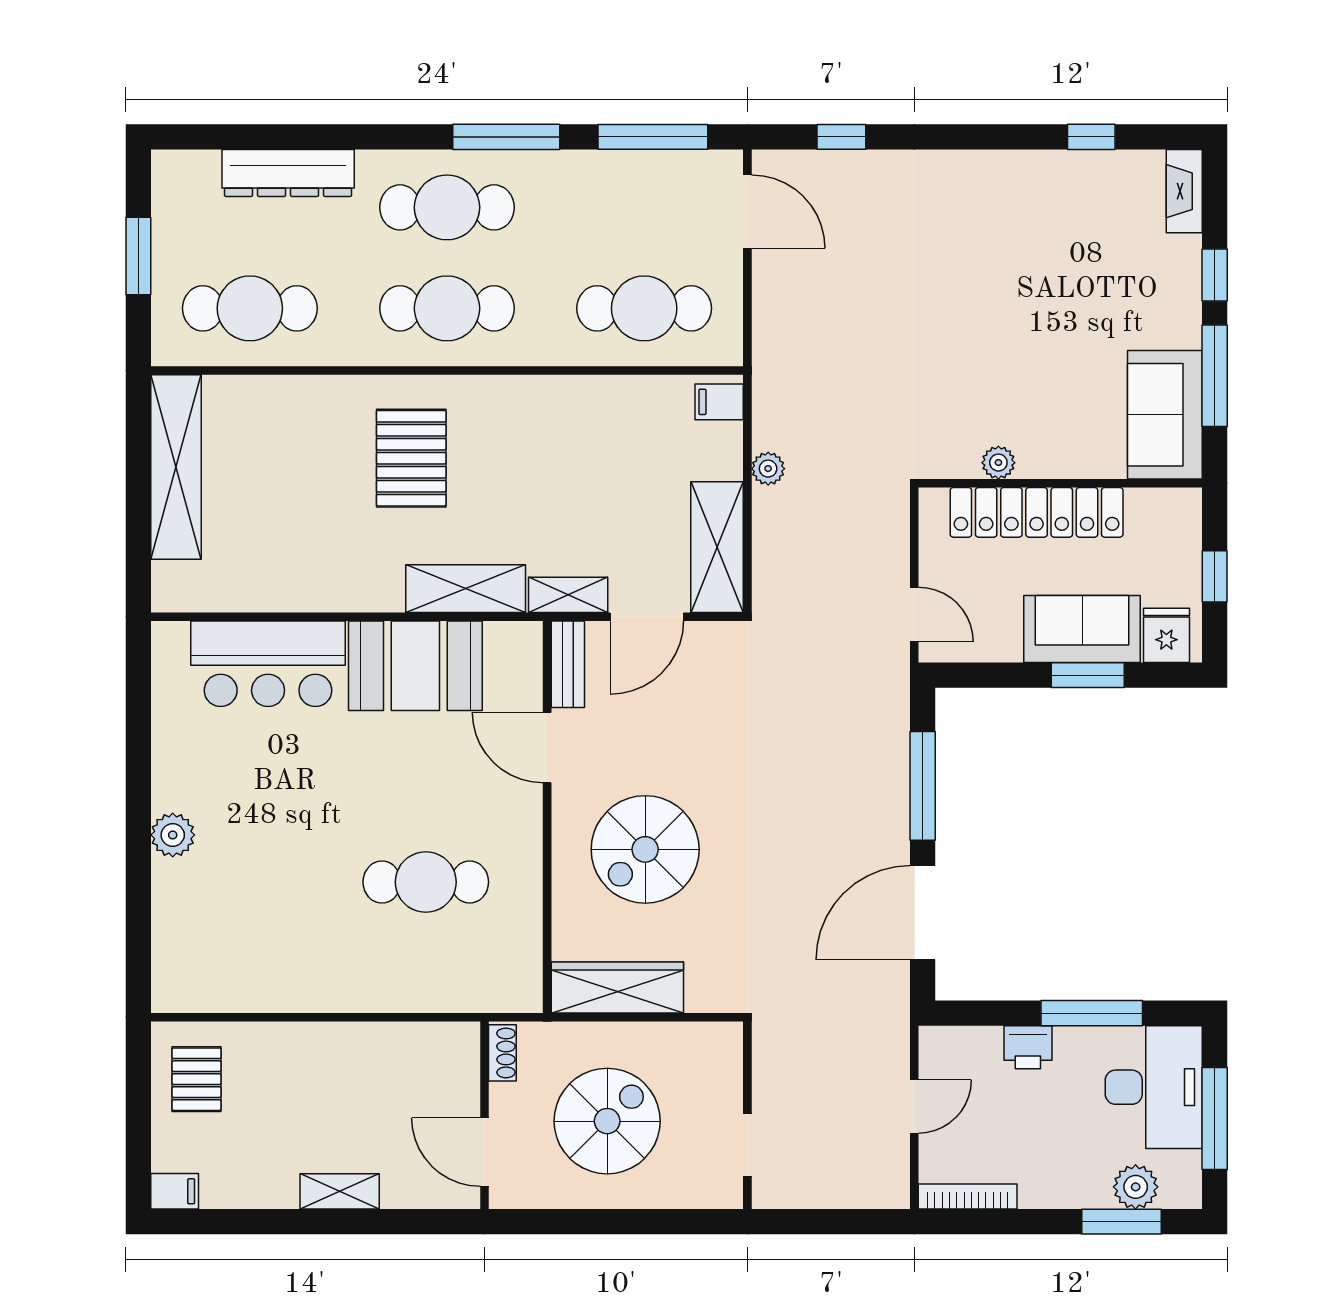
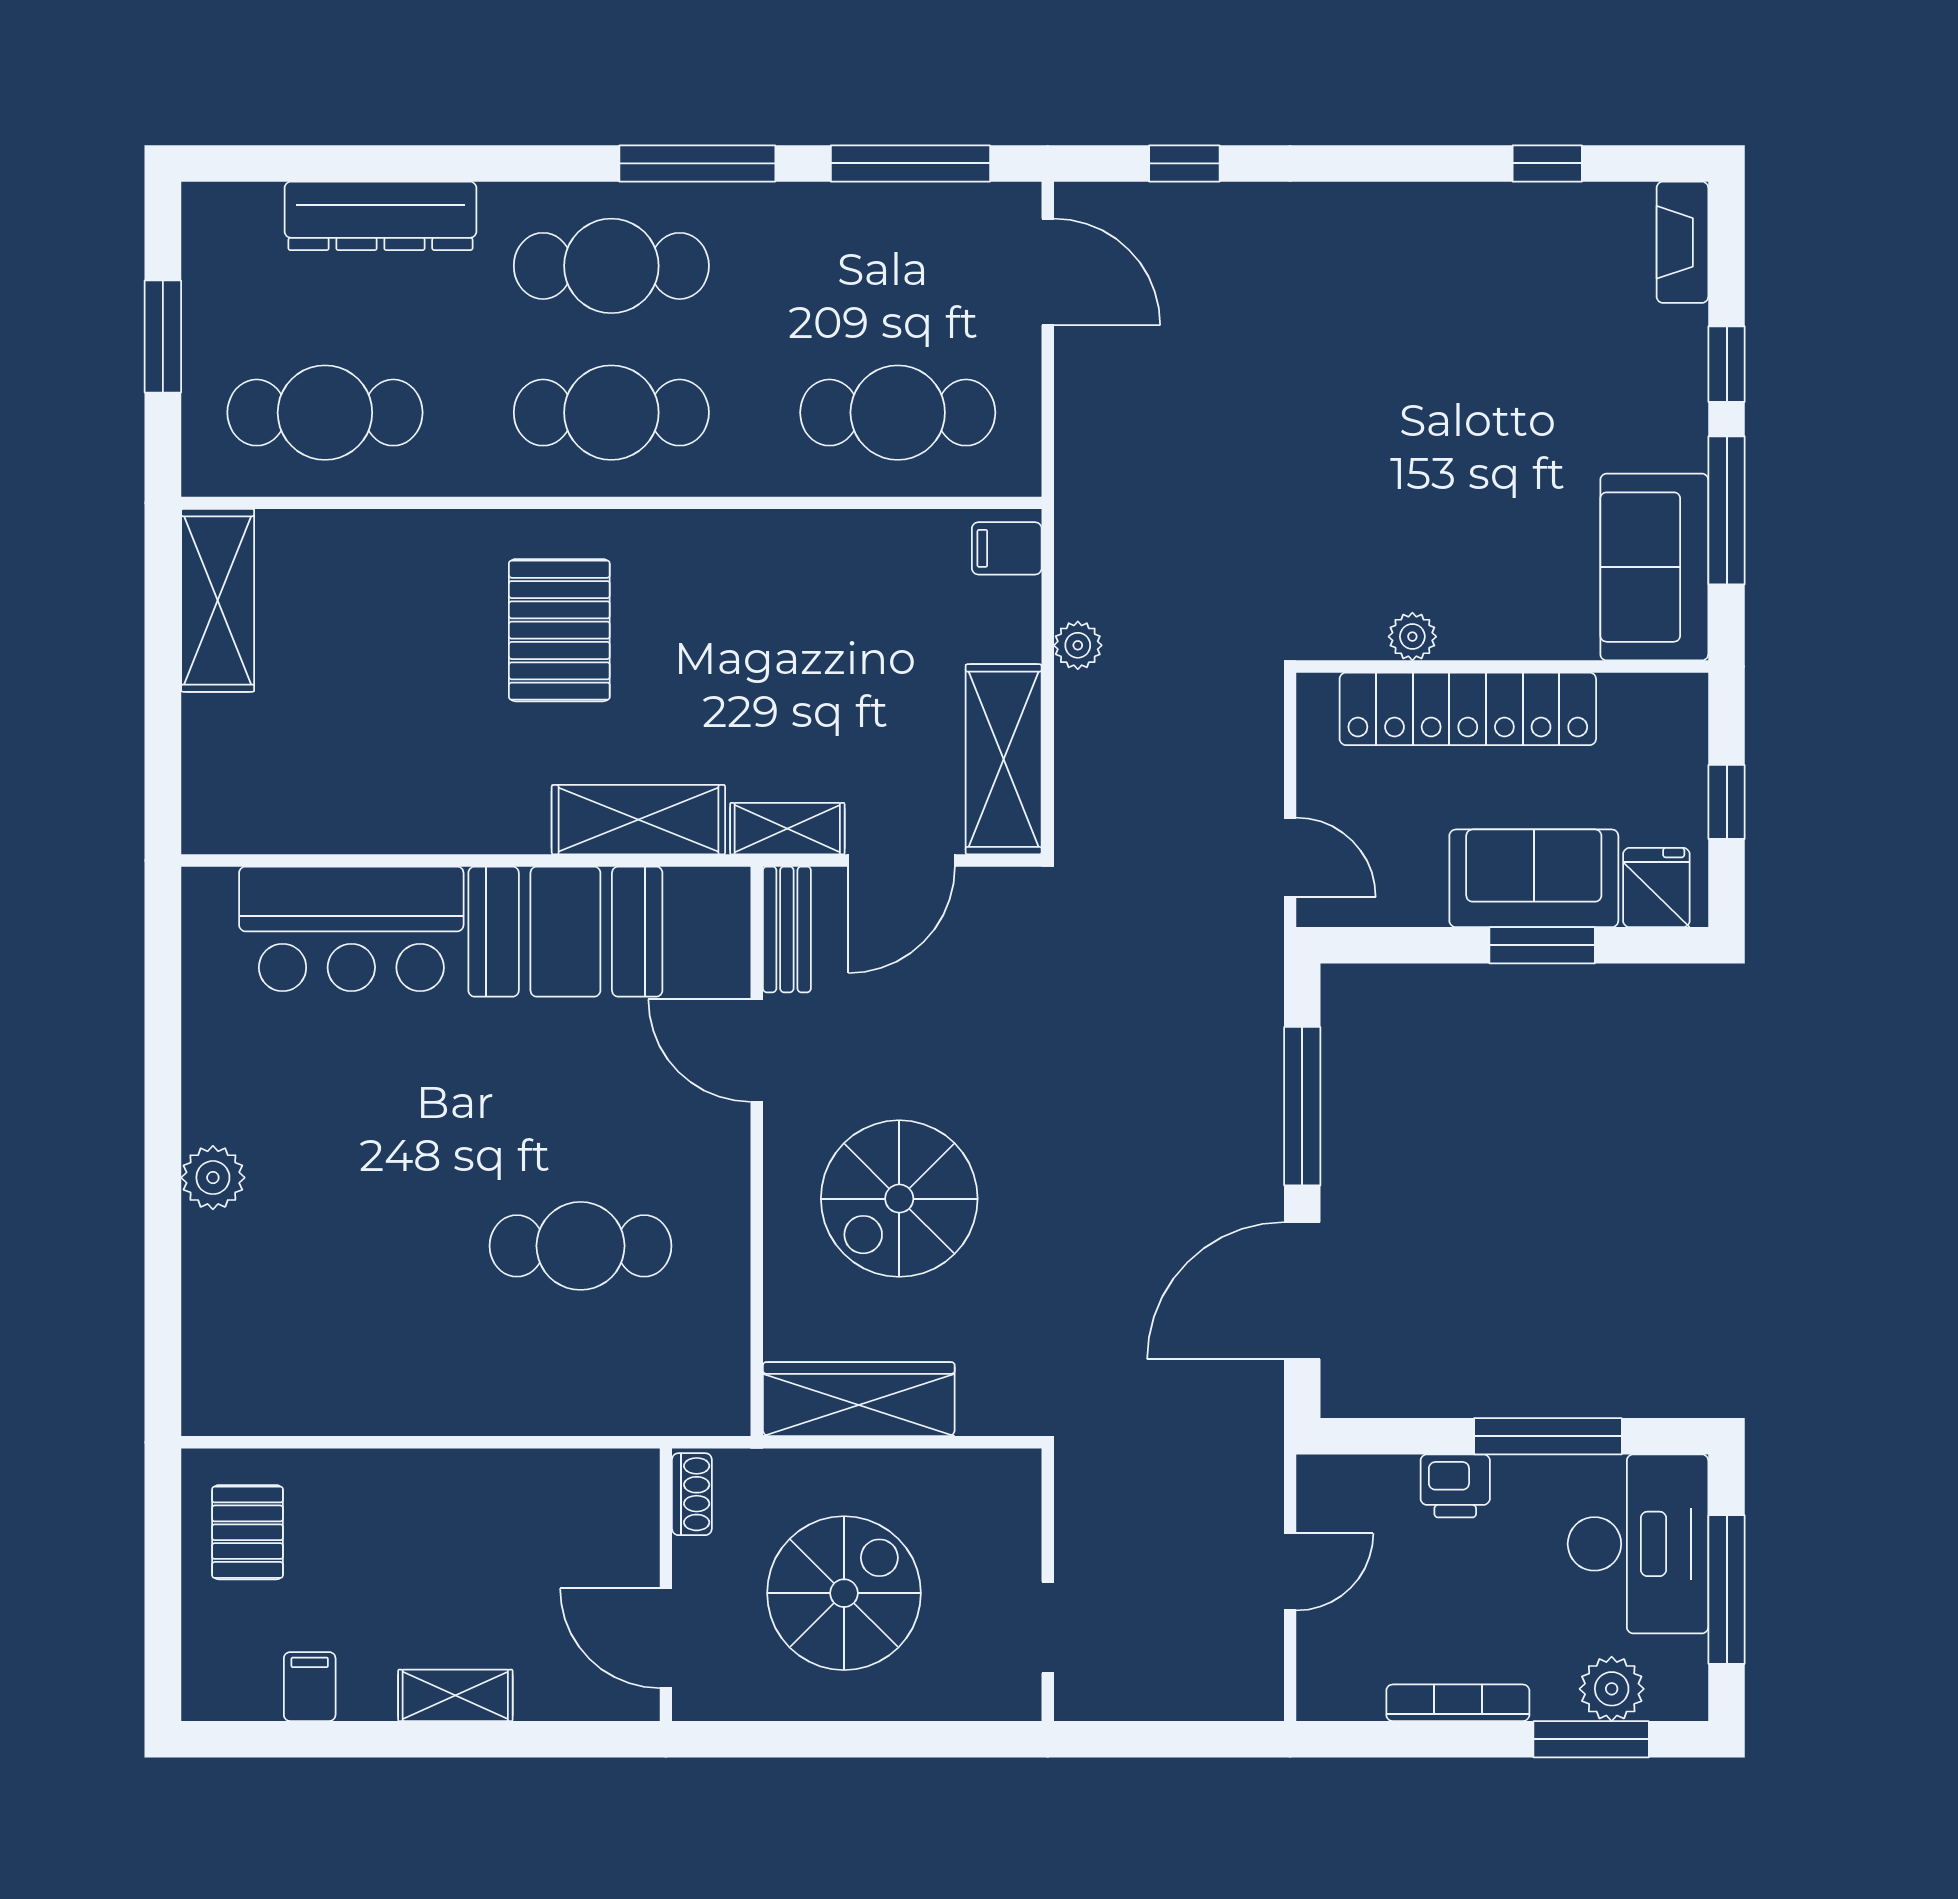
shelving: (176, 467) -> (218, 600), width x0.68
filing cabinet: (175, 1191) -> (310, 1687), moved, turned -90
bookcase: (968, 1197) -> (1458, 1703), moved

